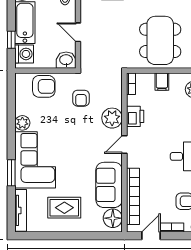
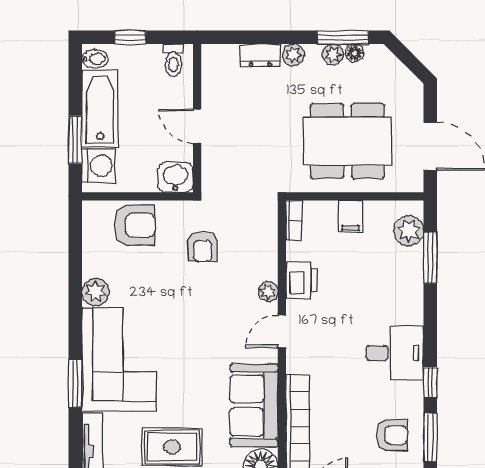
window: (11, 40) -> (75, 140), width x1.50
dining table: (160, 40) -> (348, 141), turned 90
plant: (112, 118) -> (268, 292), width x0.53, depth x0.53

